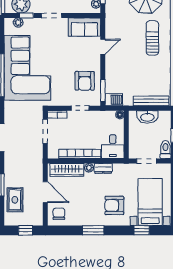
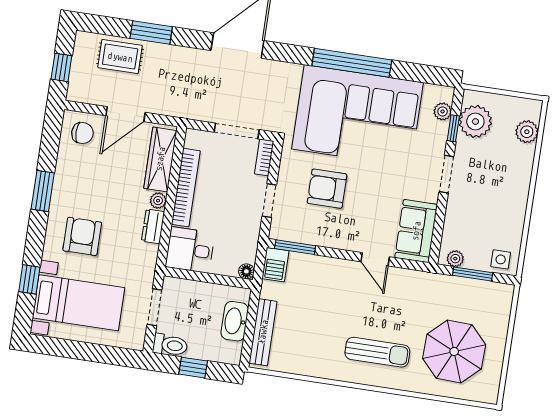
armchair: (85, 81) -> (327, 189), moved

